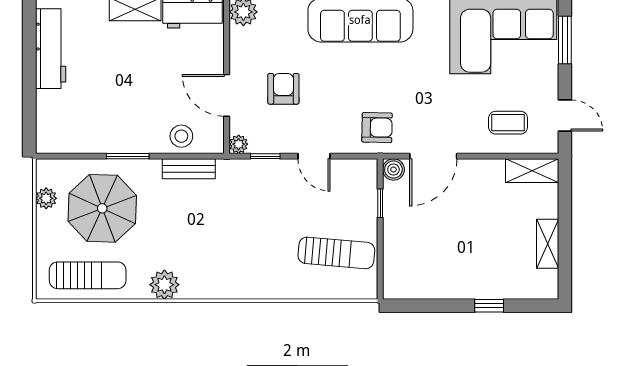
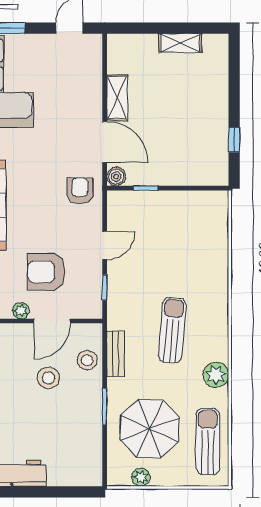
armchair: (283, 89) -> (46, 272), width x1.38, depth x1.38
stool: (161, 91) -> (48, 378), added
coffee table: (508, 123) -> (76, 77), removed
plant: (239, 144) -> (21, 311), moved
shelving: (532, 171) -> (117, 98), moved
sun lounger: (336, 253) -> (172, 330), moved
window: (489, 306) -> (234, 140), moved

